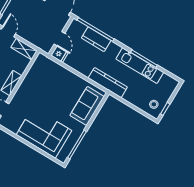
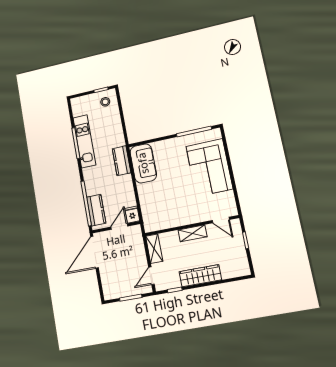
kitchen counter: (96, 39) -> (96, 210), moved
kitchen counter: (108, 83) -> (122, 161), width x0.67
sofa: (87, 106) -> (143, 163), moved, turned -90

